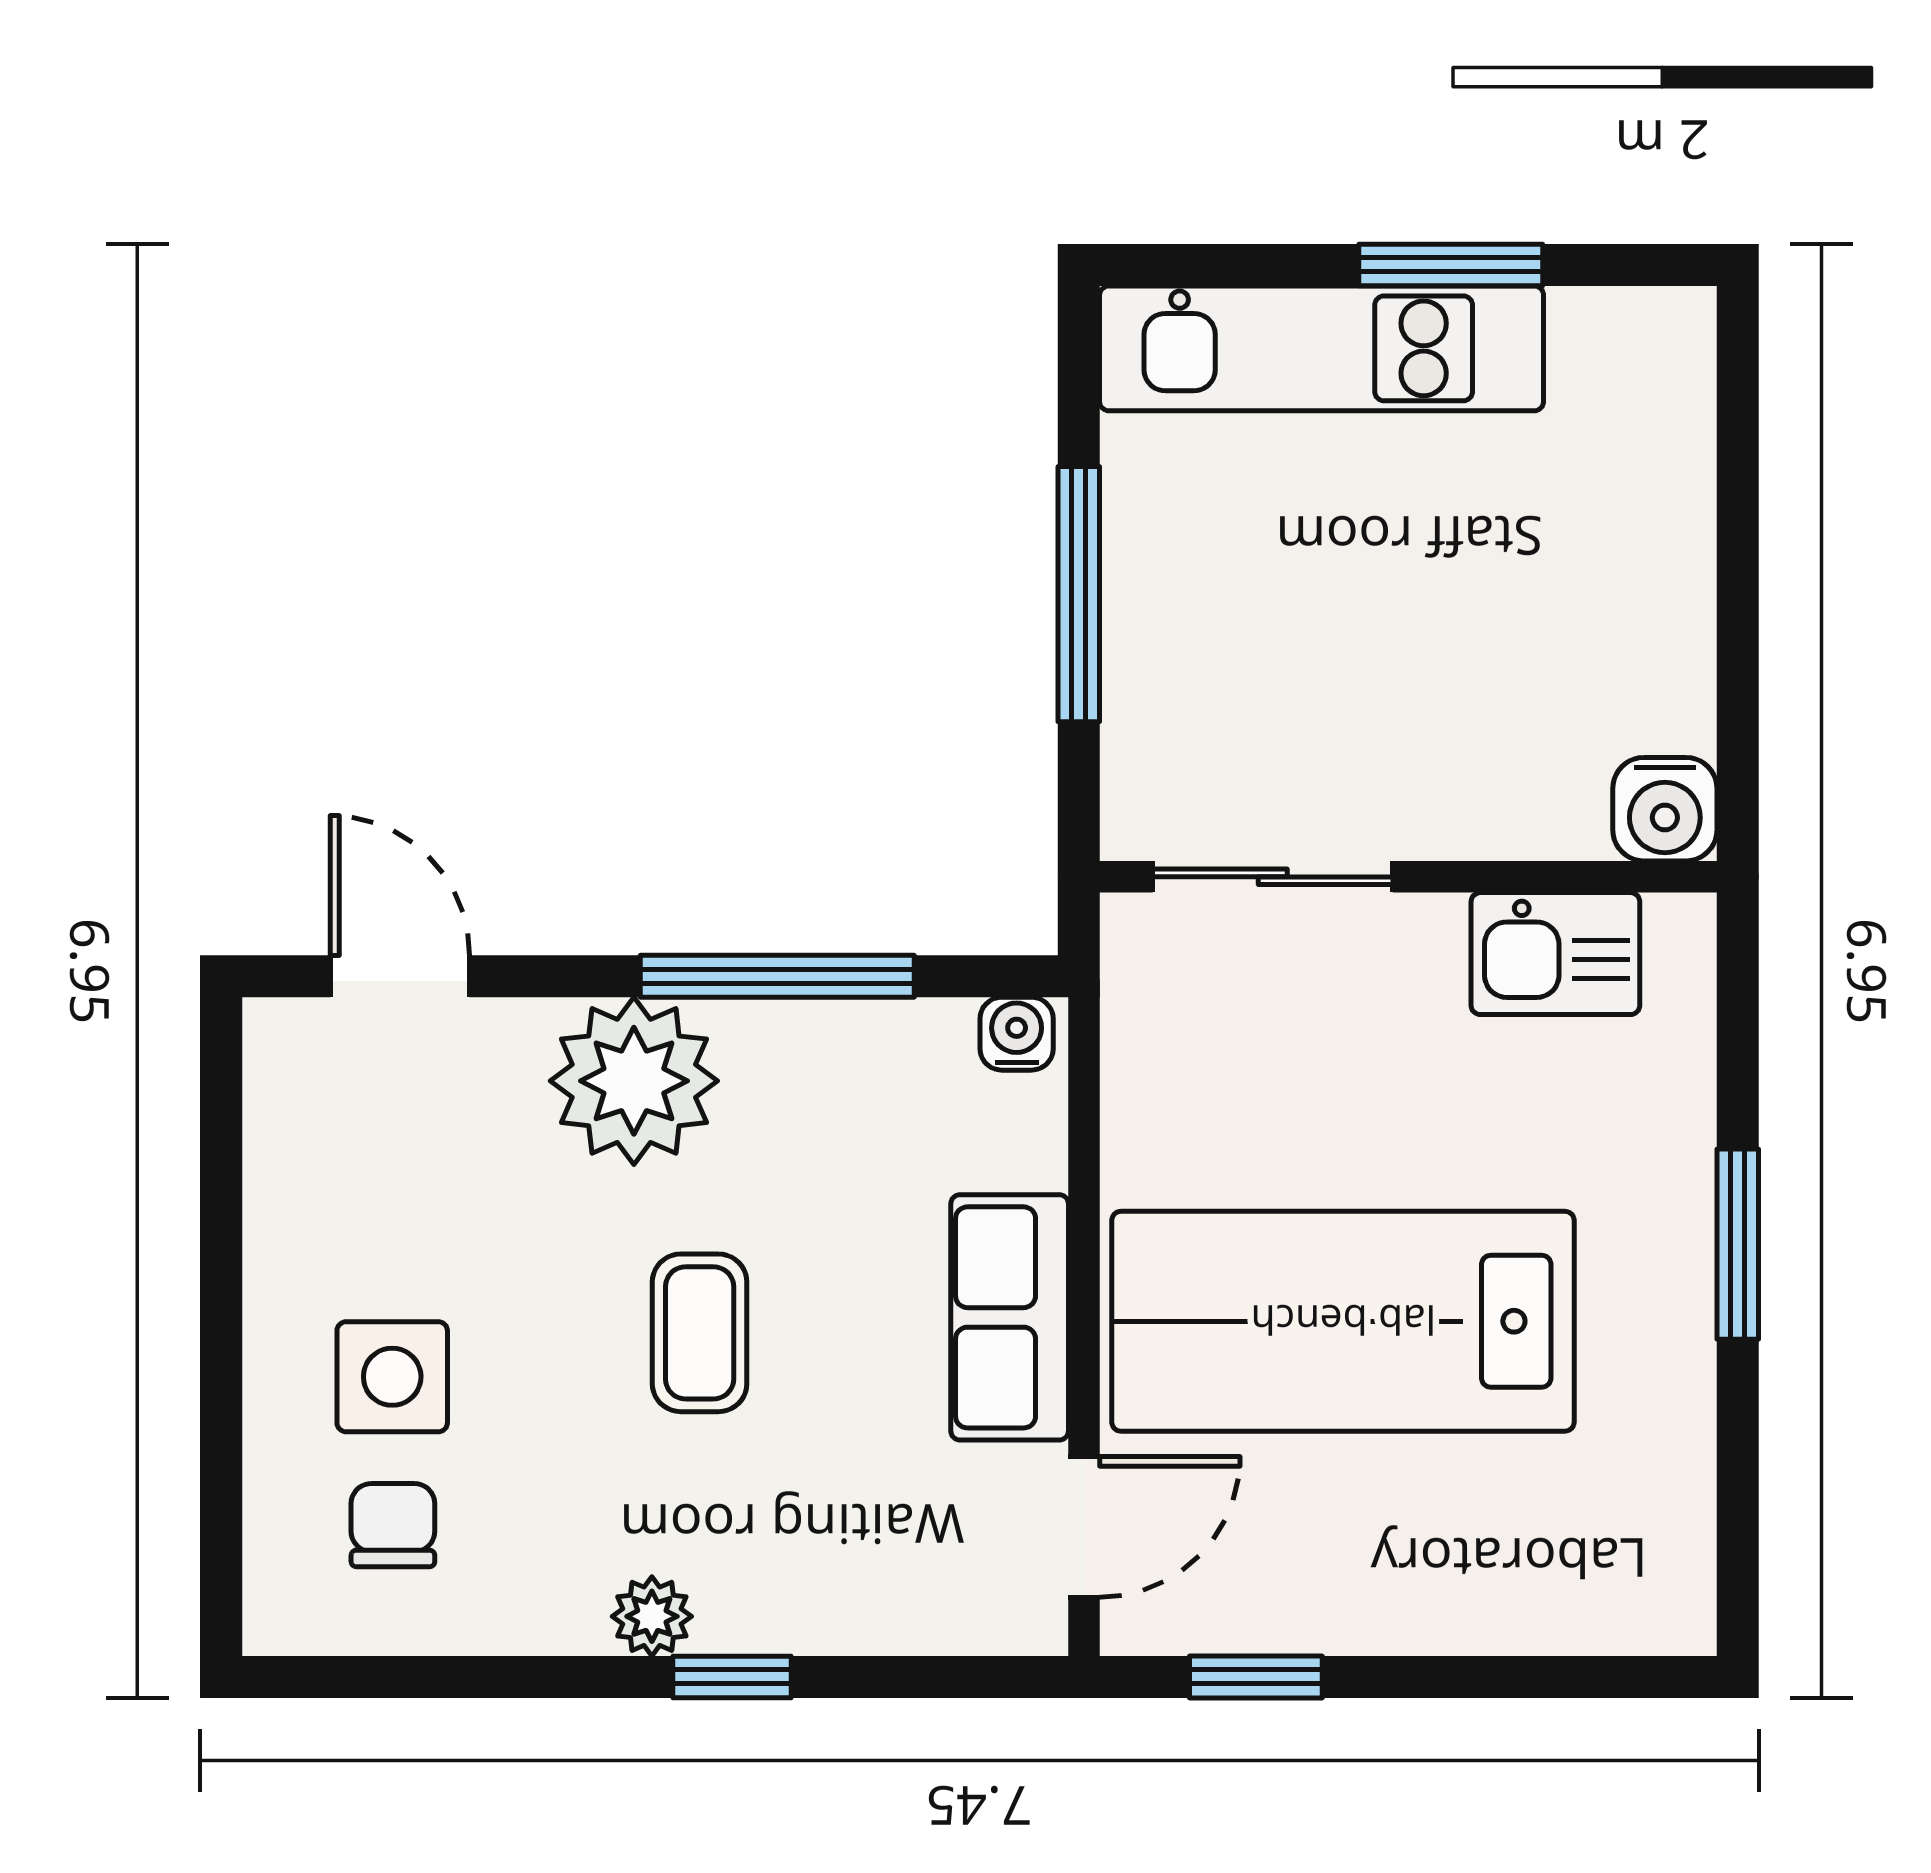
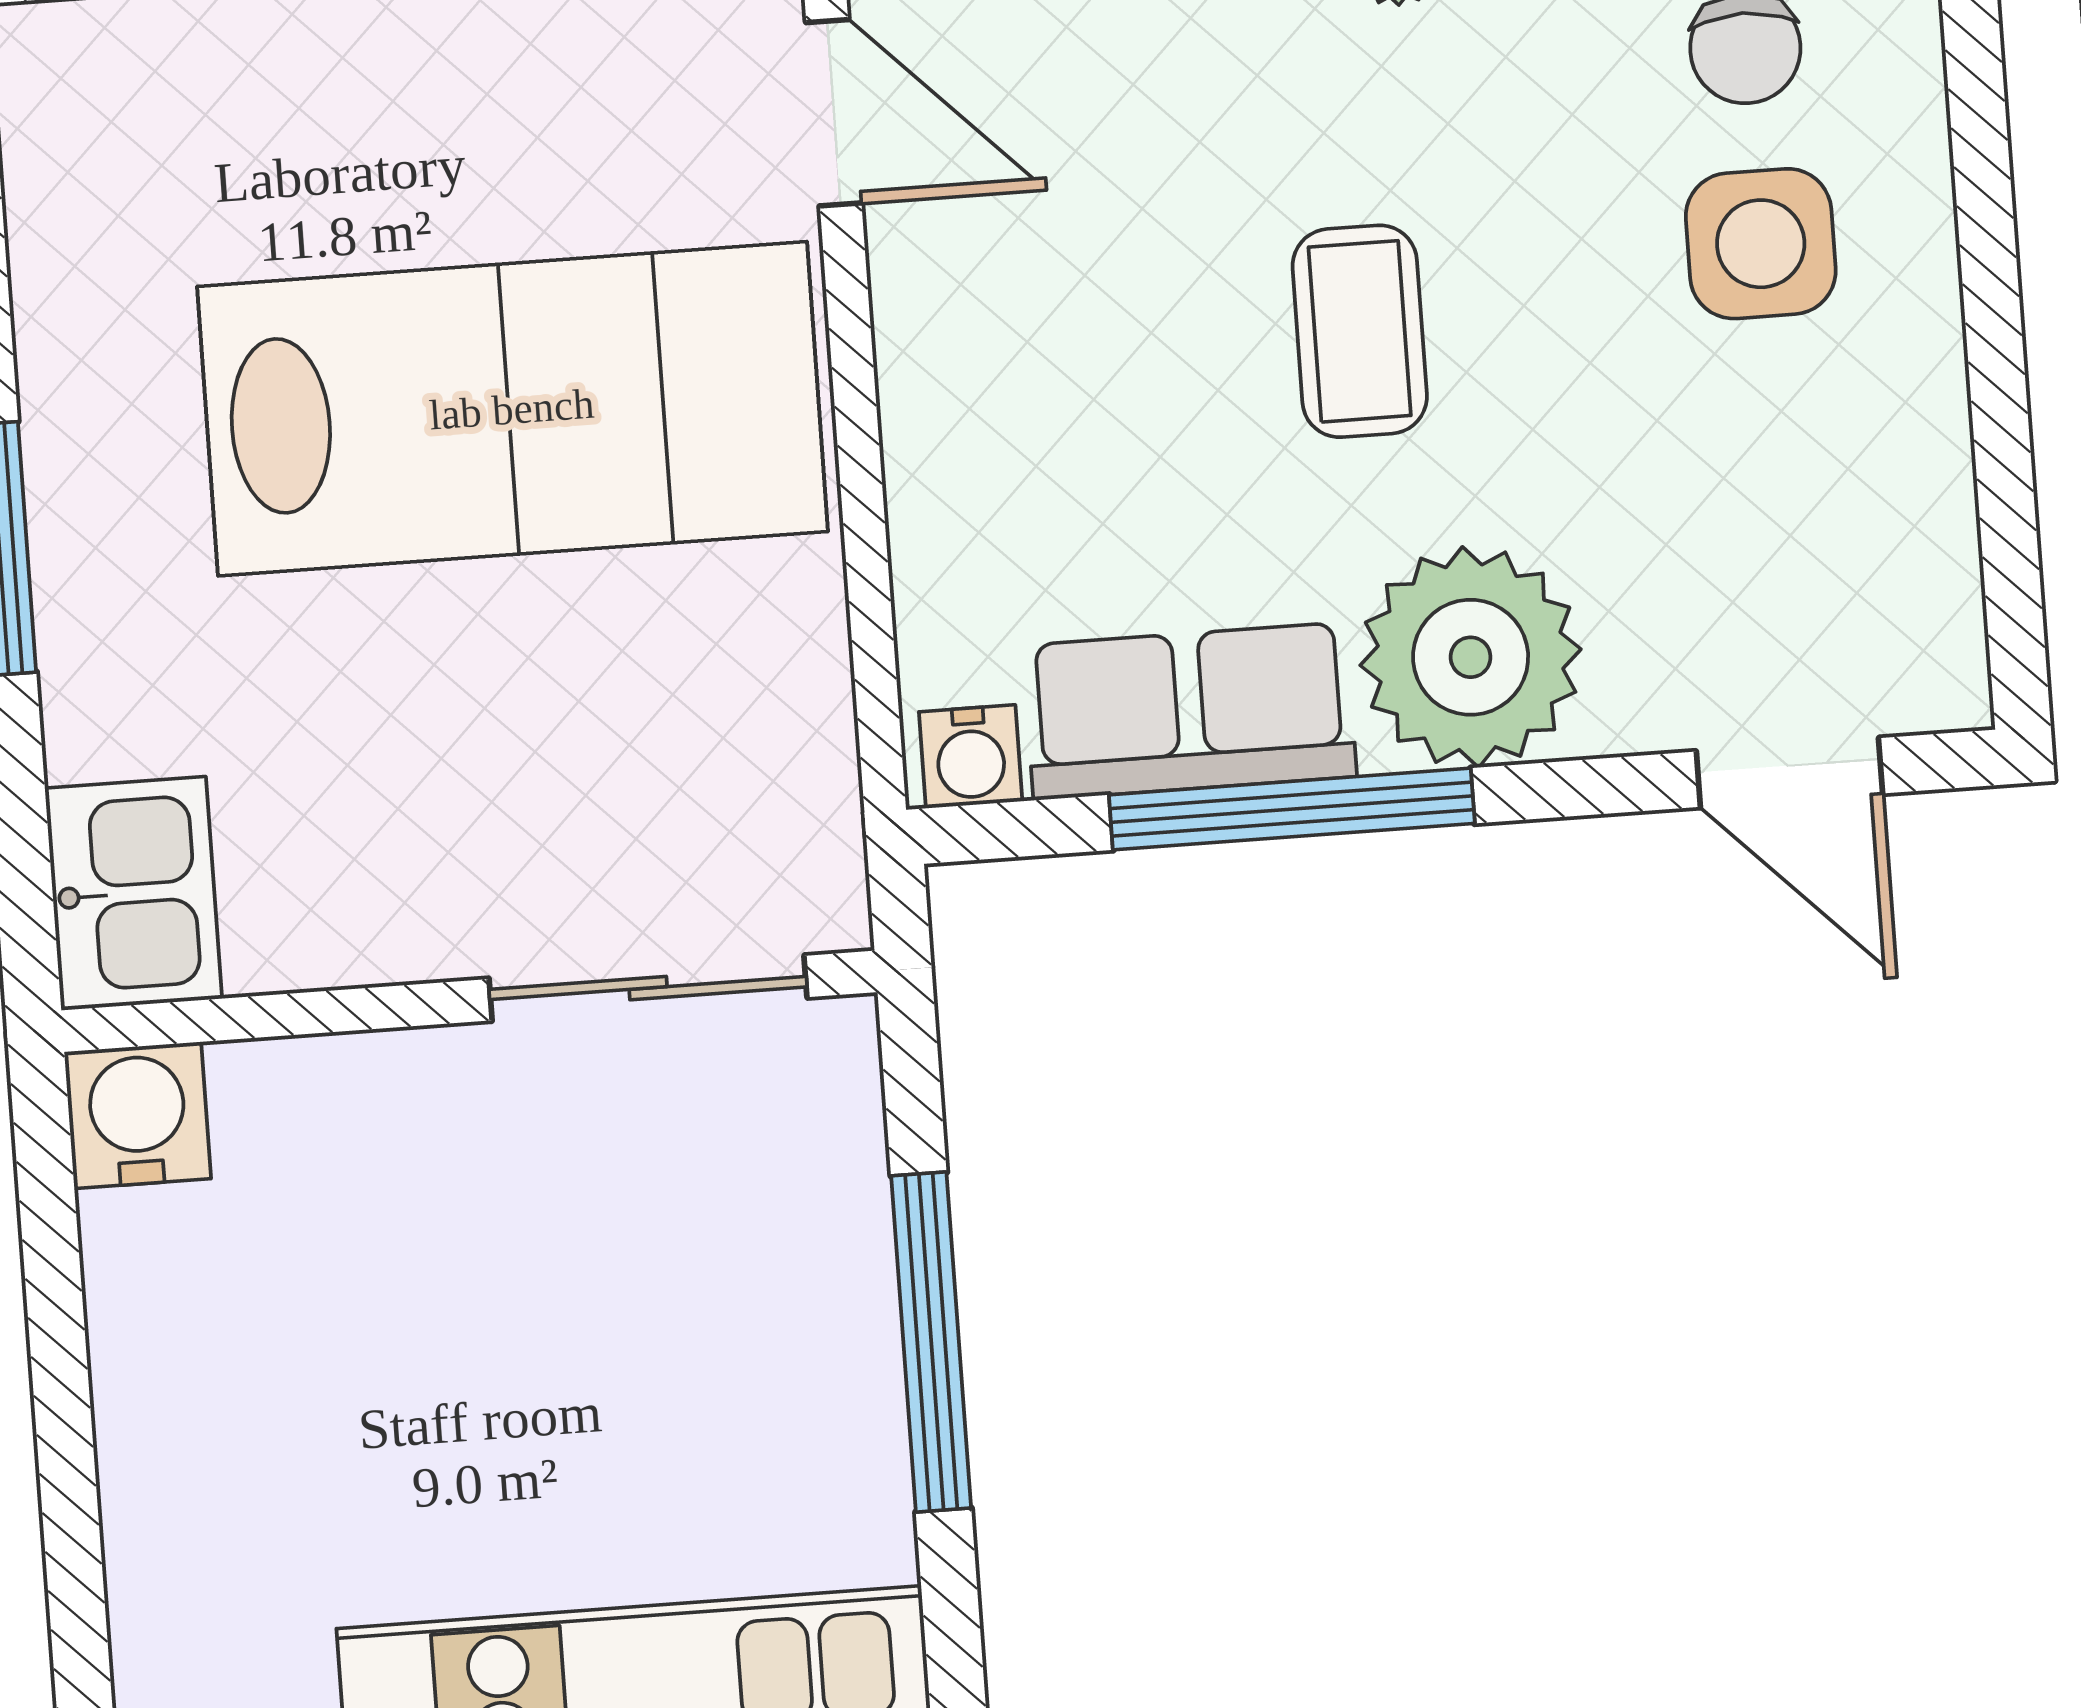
kitchen sink: (1555, 954) -> (133, 893), moved, turned 90
row of seats: (1010, 1317) -> (1190, 711), moved, turned -90
door: (1084, 1527) -> (834, 113), swing flipped

